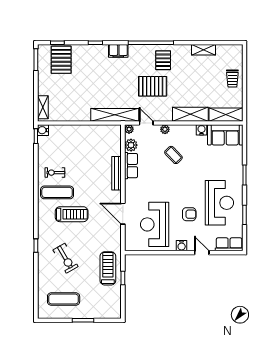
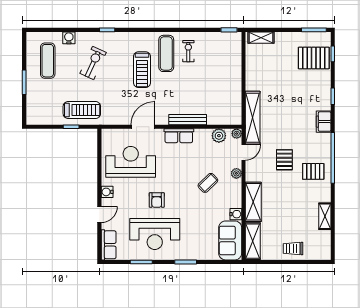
pallet: (153, 86) -> (284, 160), width x0.67, depth x0.71
water cooler: (43, 130) -> (69, 38), moved
row of seats: (131, 166) -> (179, 136), moved
armchair: (189, 214) -> (157, 200), moved
exercise bike: (66, 258) -> (93, 63), turned 145

